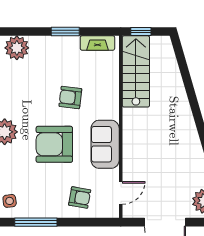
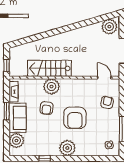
stairs: (136, 71) -> (49, 68), moved
plant: (106, 106) -> (51, 87), added
sofa: (105, 144) -> (18, 118), moved, turned -90

